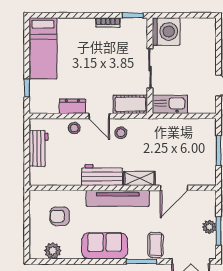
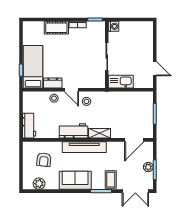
washing machine: (166, 31) -> (114, 26), width x0.53, depth x0.53
bed: (43, 48) -> (33, 67), moved, turned 180
cot: (130, 104) -> (56, 28), moved
workbench: (39, 148) -> (29, 126), moved
door: (174, 188) -> (134, 140), moved
armchair: (60, 216) -> (44, 160), turned -84

